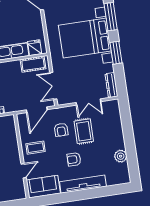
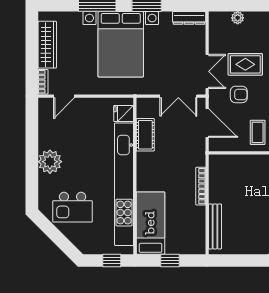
cot: (33, 64) -> (145, 135), moved
double door: (88, 102) -> (207, 71), moved
plant: (117, 121) -> (238, 18), added

